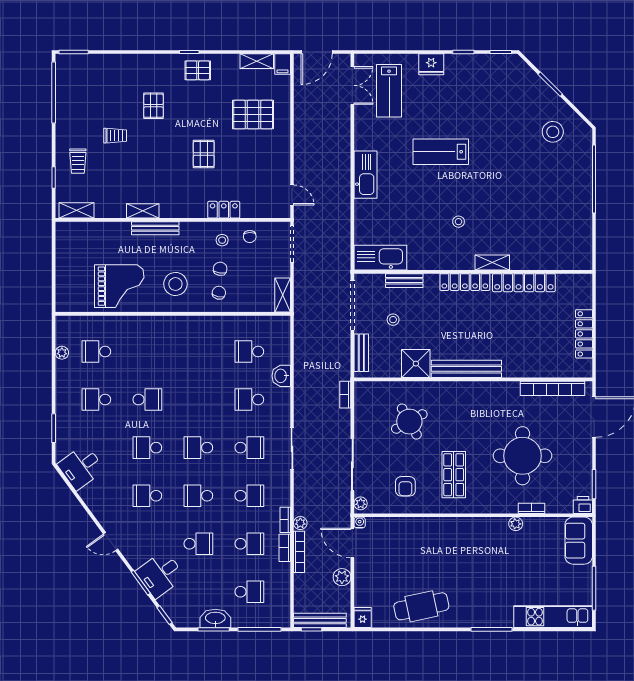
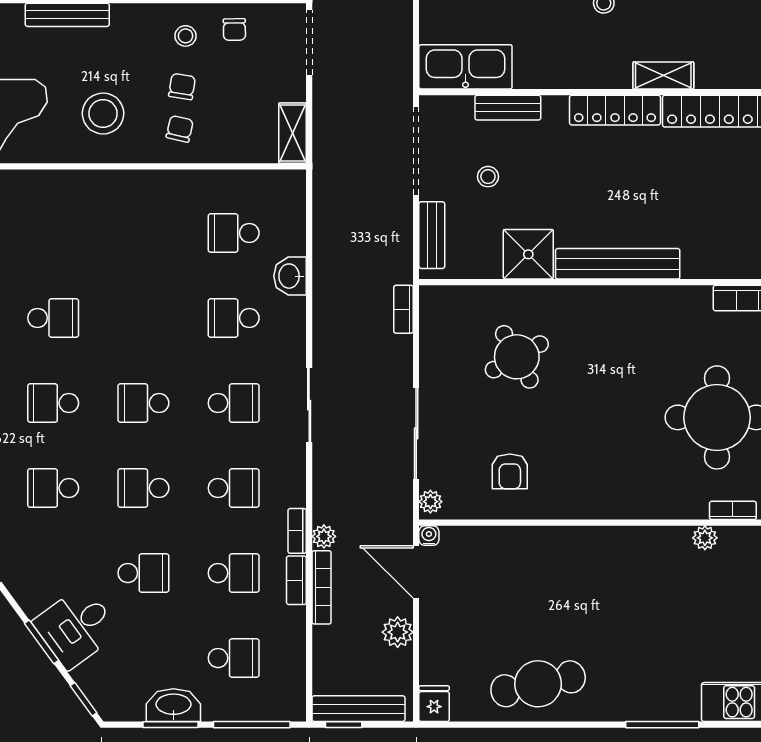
shop shelf: (454, 475) -> (595, 451), removed

